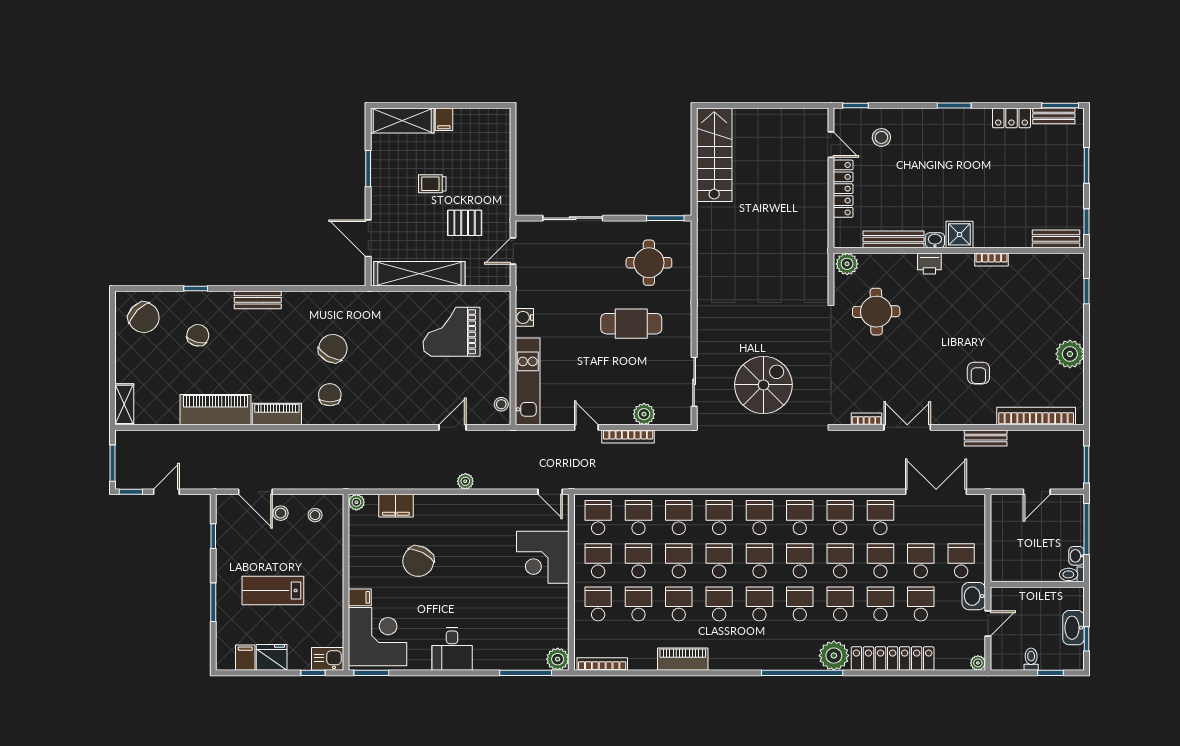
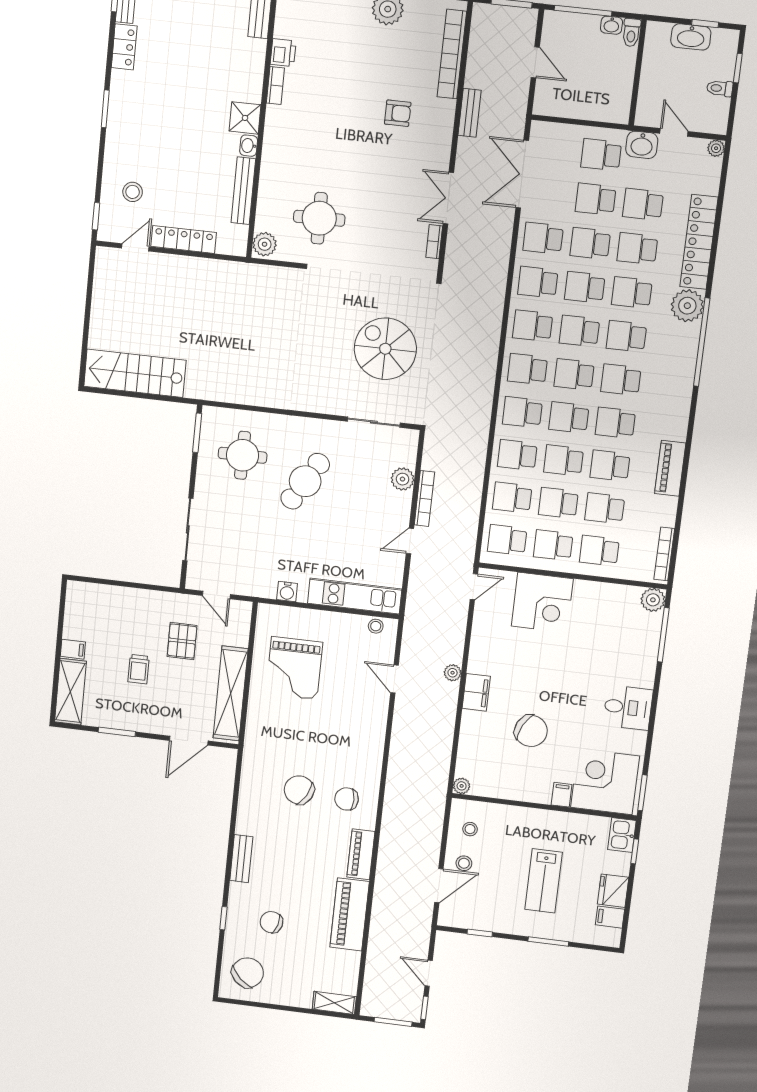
printer: (929, 263) -> (283, 53), moved
cafe table: (631, 324) -> (305, 481), turned 31
filing cabinet: (396, 506) -> (476, 692), moved

